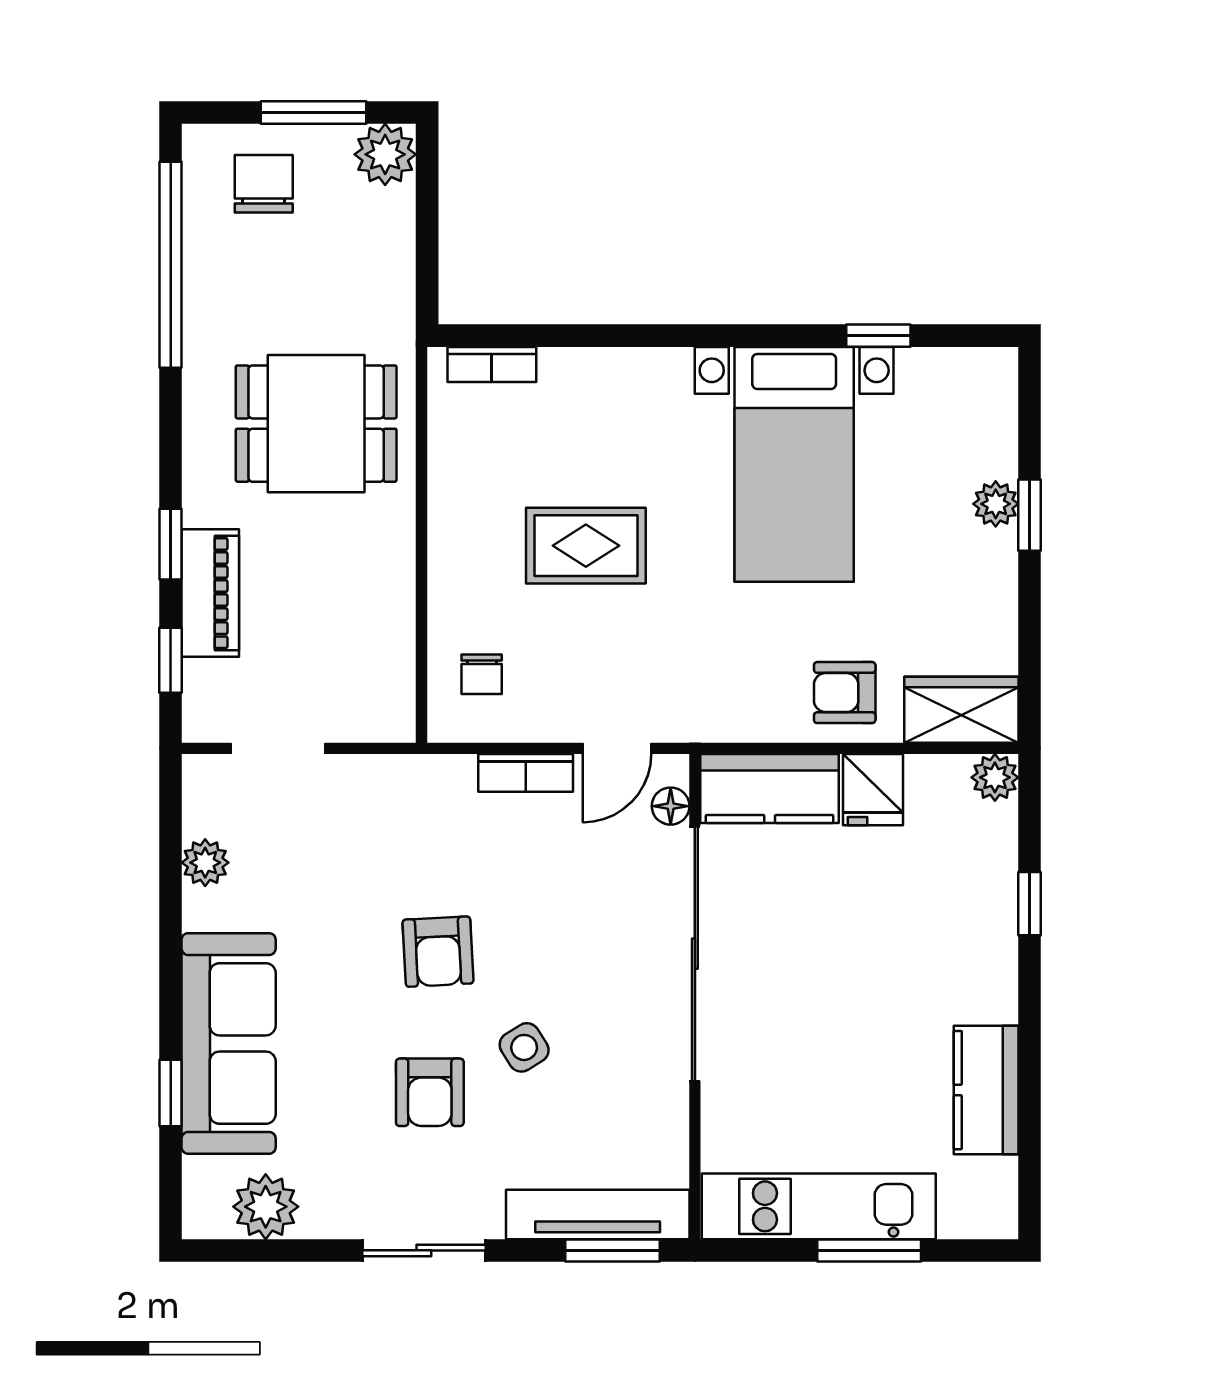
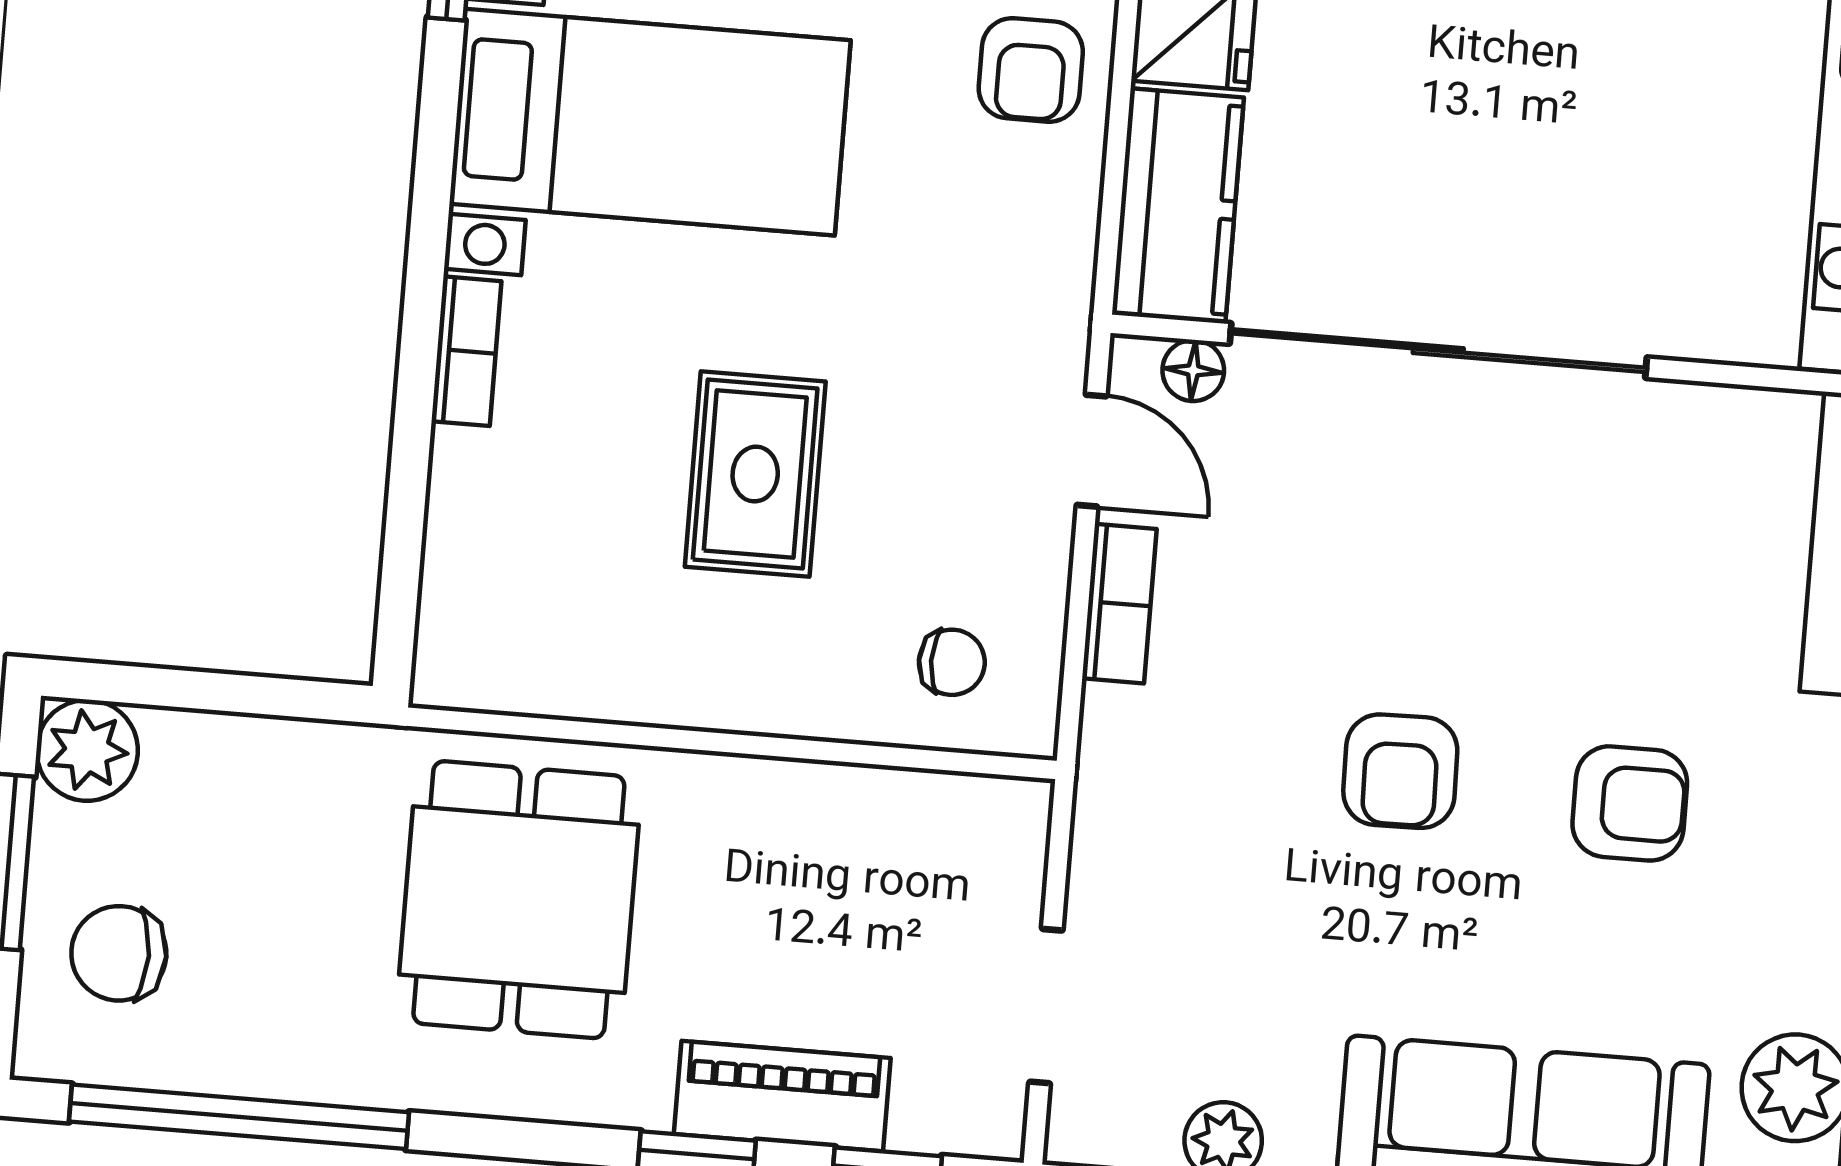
bookcase: (492, 364) -> (466, 351), moved
armchair: (438, 952) -> (1400, 771), turned 92
side table: (524, 1047) -> (1569, 643), removed

